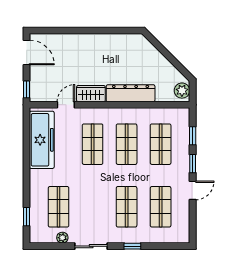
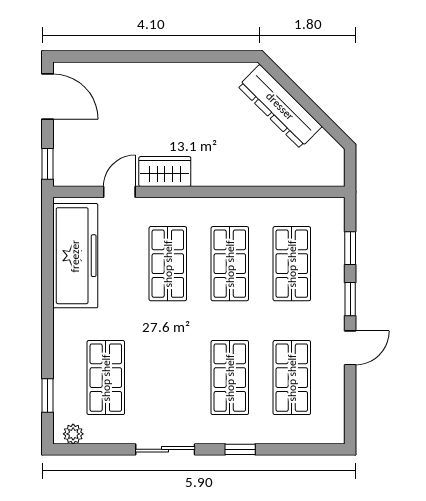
plant: (182, 91) -> (331, 166), removed
dresser: (131, 93) -> (280, 106), moved, turned -135
plant: (62, 238) -> (73, 434), moved

